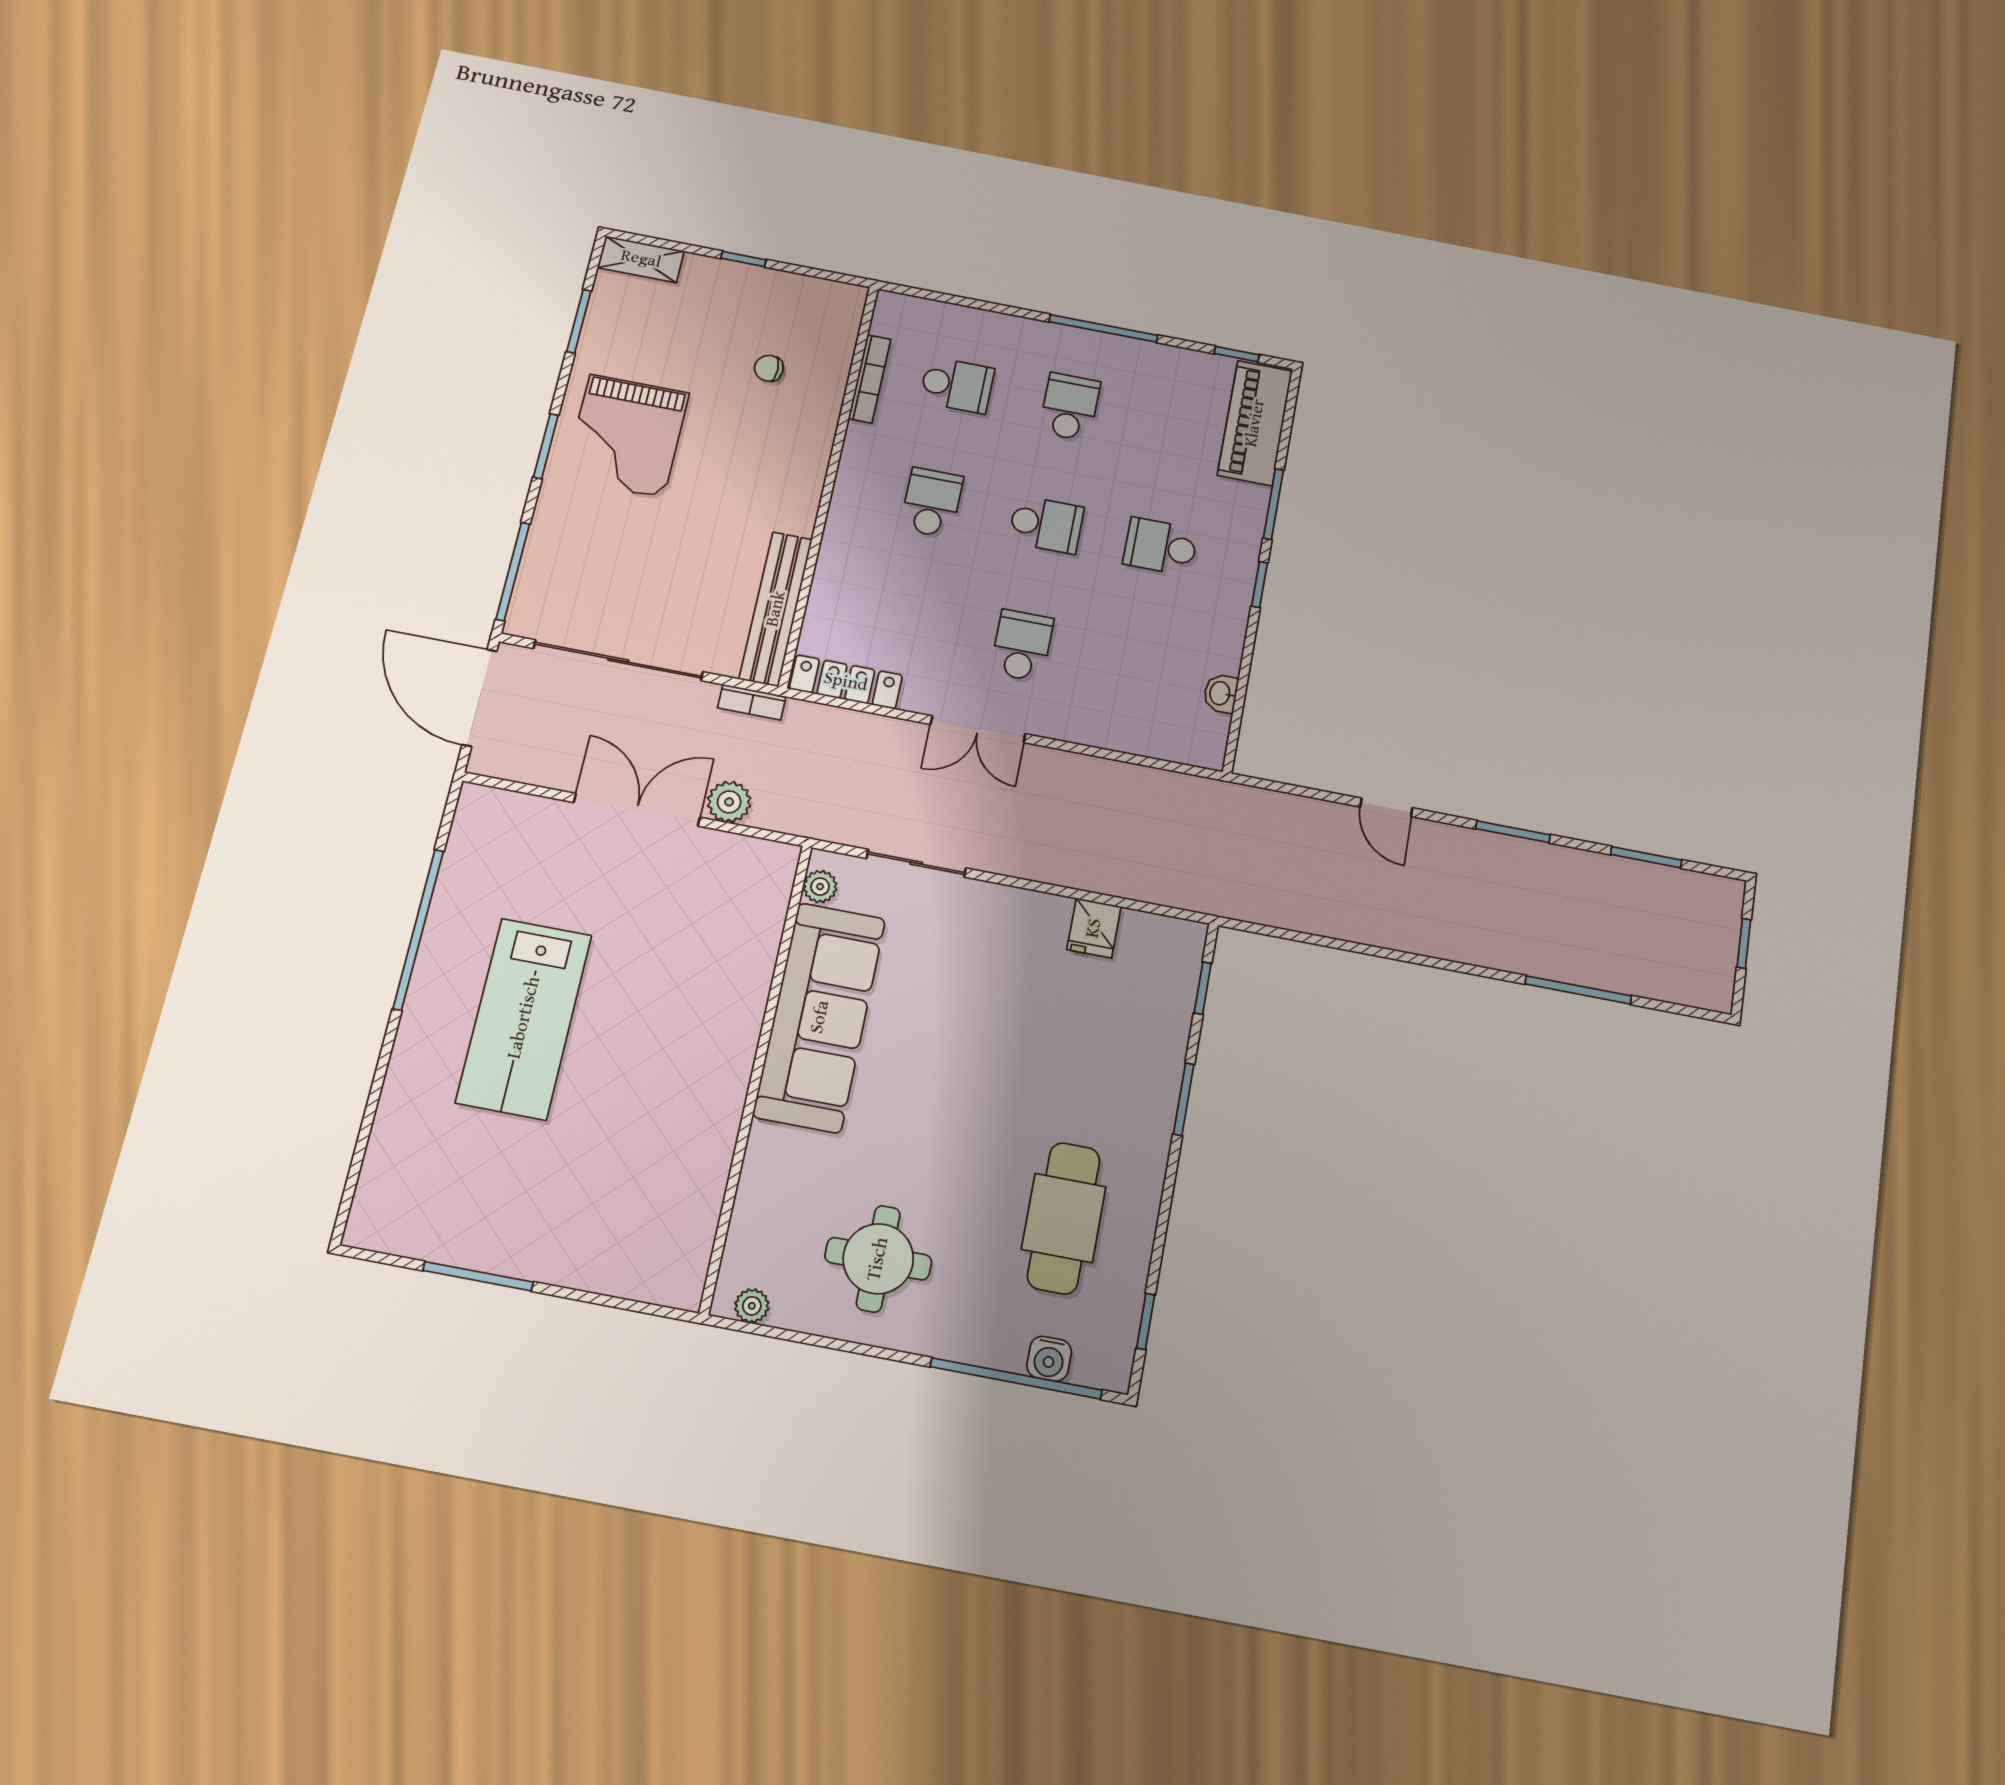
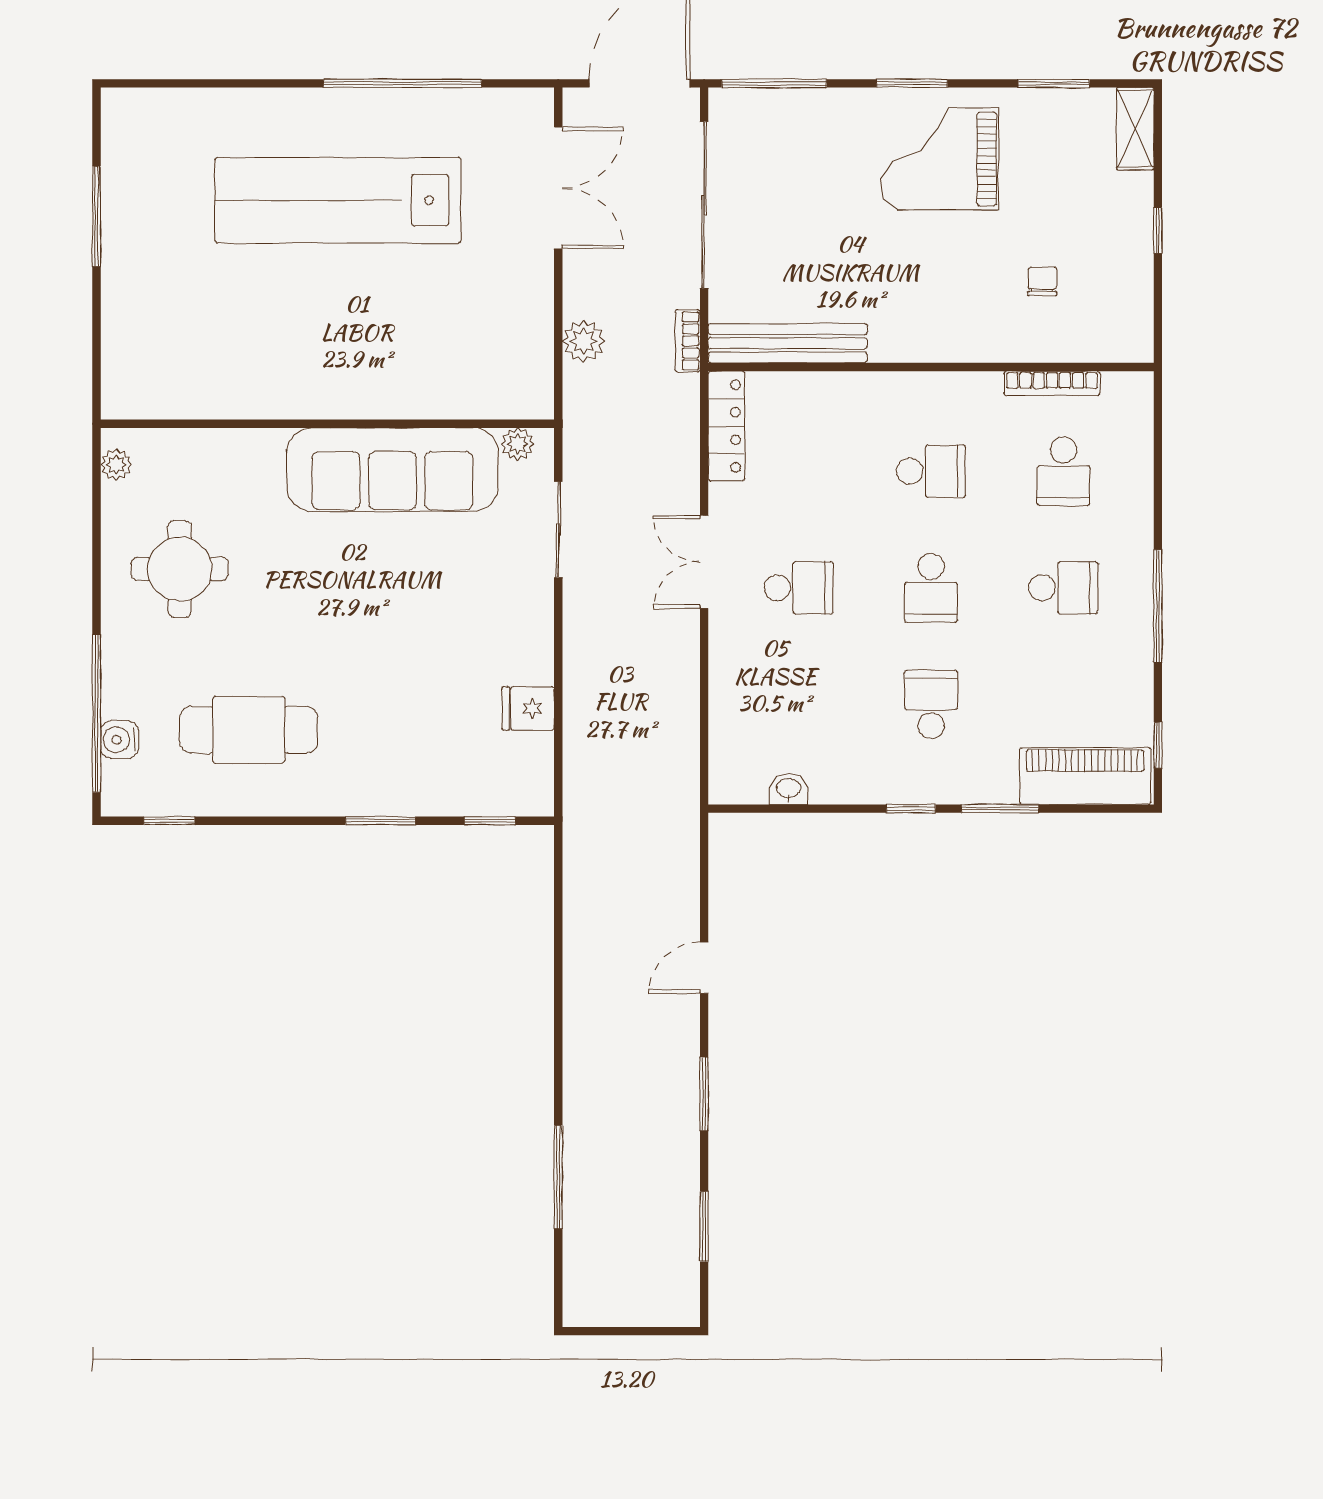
double door: (637, 810) -> (558, 188), moved
window: (1744, 943) -> (636, 1331), removed
lab bench: (524, 1018) -> (338, 200), width x1.36

